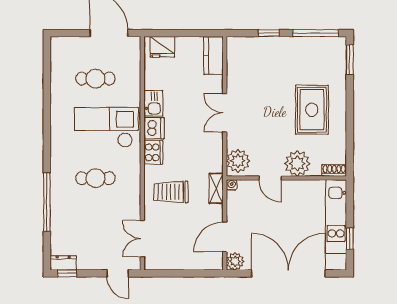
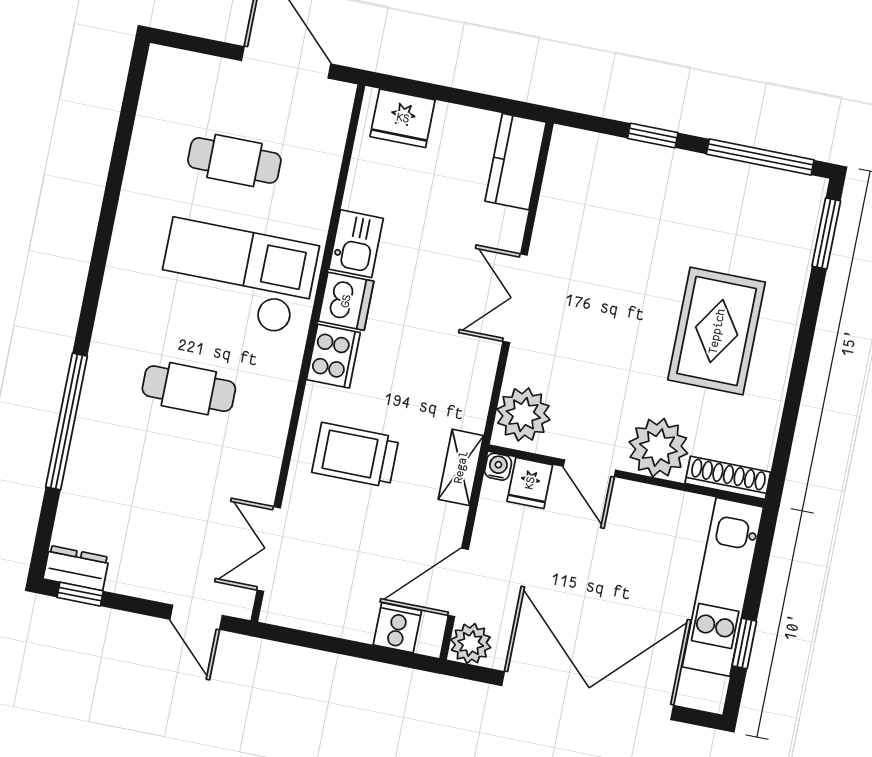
shoe rack: (334, 170) -> (728, 478), width x1.43
fridge: (246, 189) -> (530, 483), added
cooker: (203, 261) -> (397, 628), added

